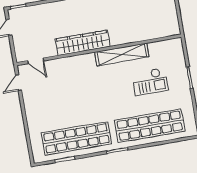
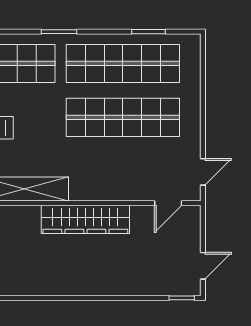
door: (36, 61) -> (168, 203), swing flipped
shop shelf: (71, 107) -> (123, 117), added

